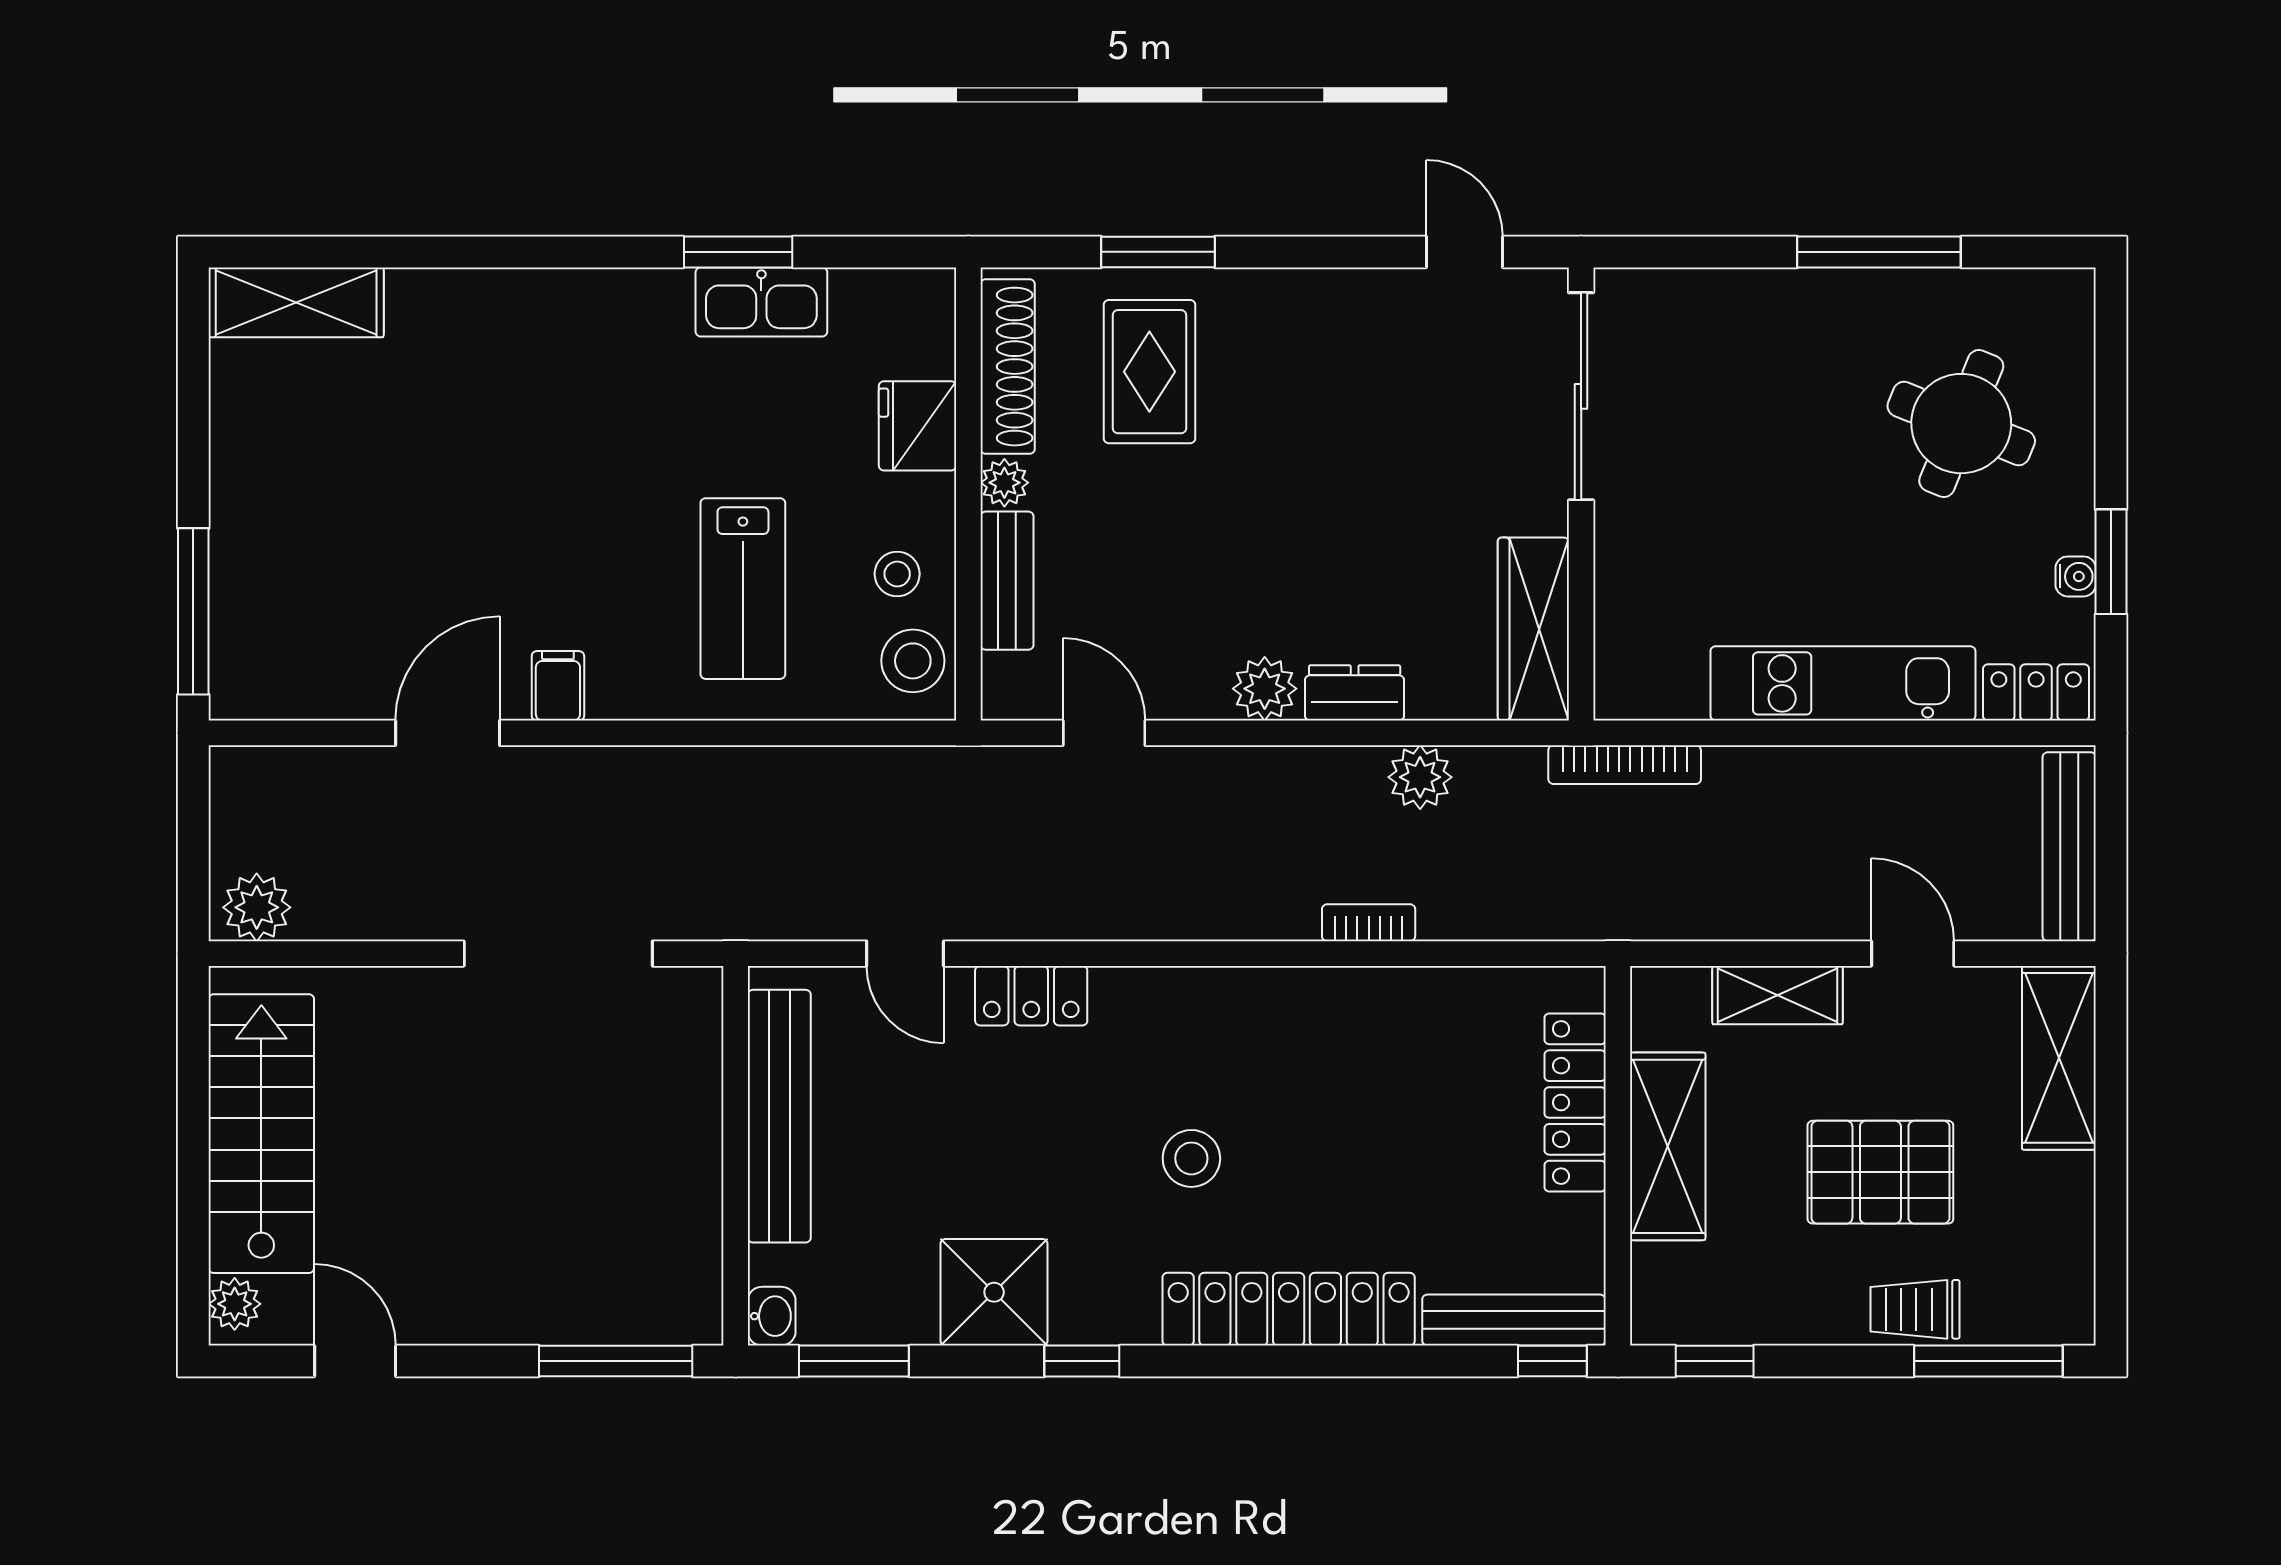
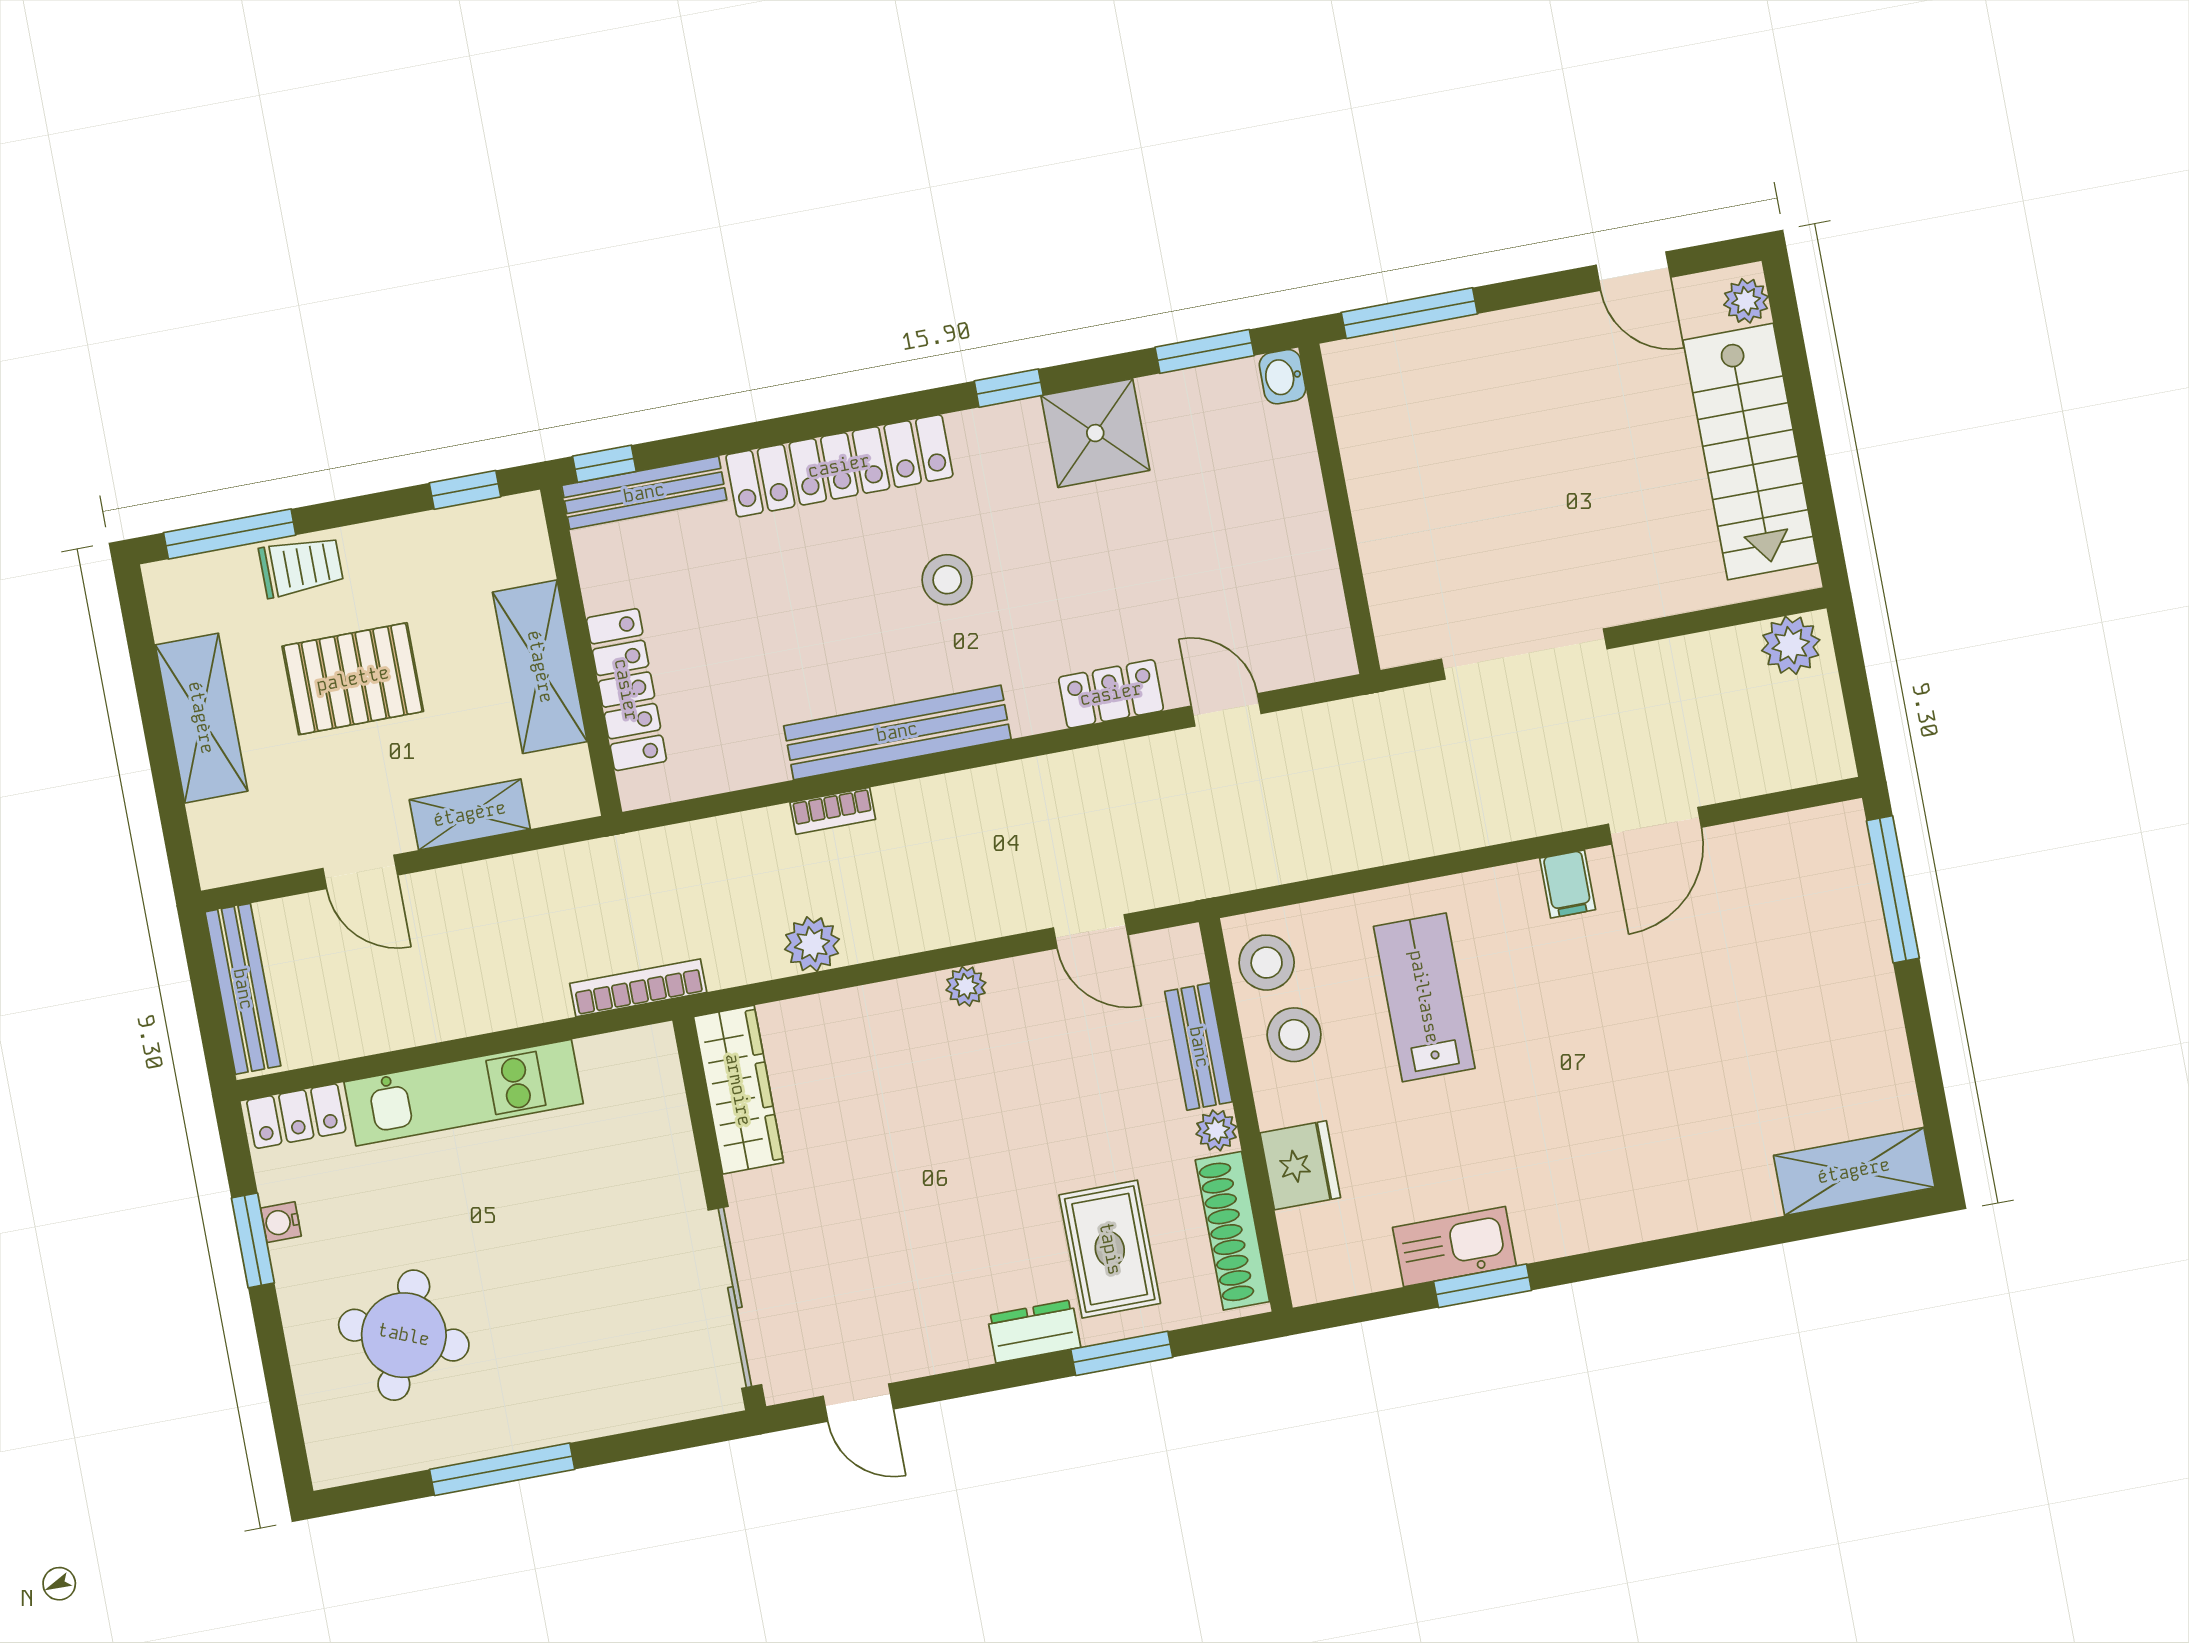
stool: (897, 574) -> (1294, 1035), width x1.37, depth x1.37
plant: (1265, 689) -> (966, 986), width x0.73, depth x0.73
dresser: (1355, 693) -> (1034, 1331), moved, turned 180
shelving: (2059, 1058) -> (201, 718), moved
bench: (779, 1116) -> (897, 732), moved, turned 90

